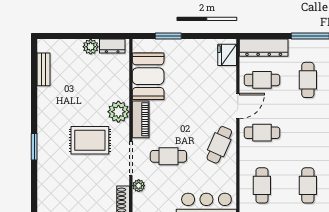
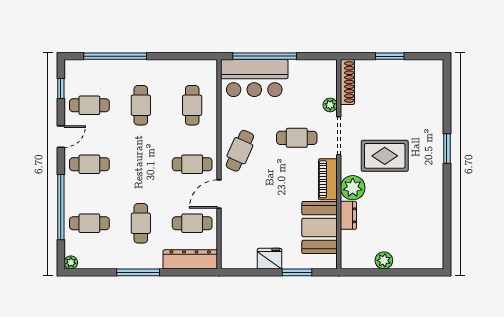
dresser: (112, 46) -> (348, 215), moved, turned 90
fridge: (227, 55) -> (269, 259), moved, turned -90
bench: (43, 69) -> (437, 235), removed

